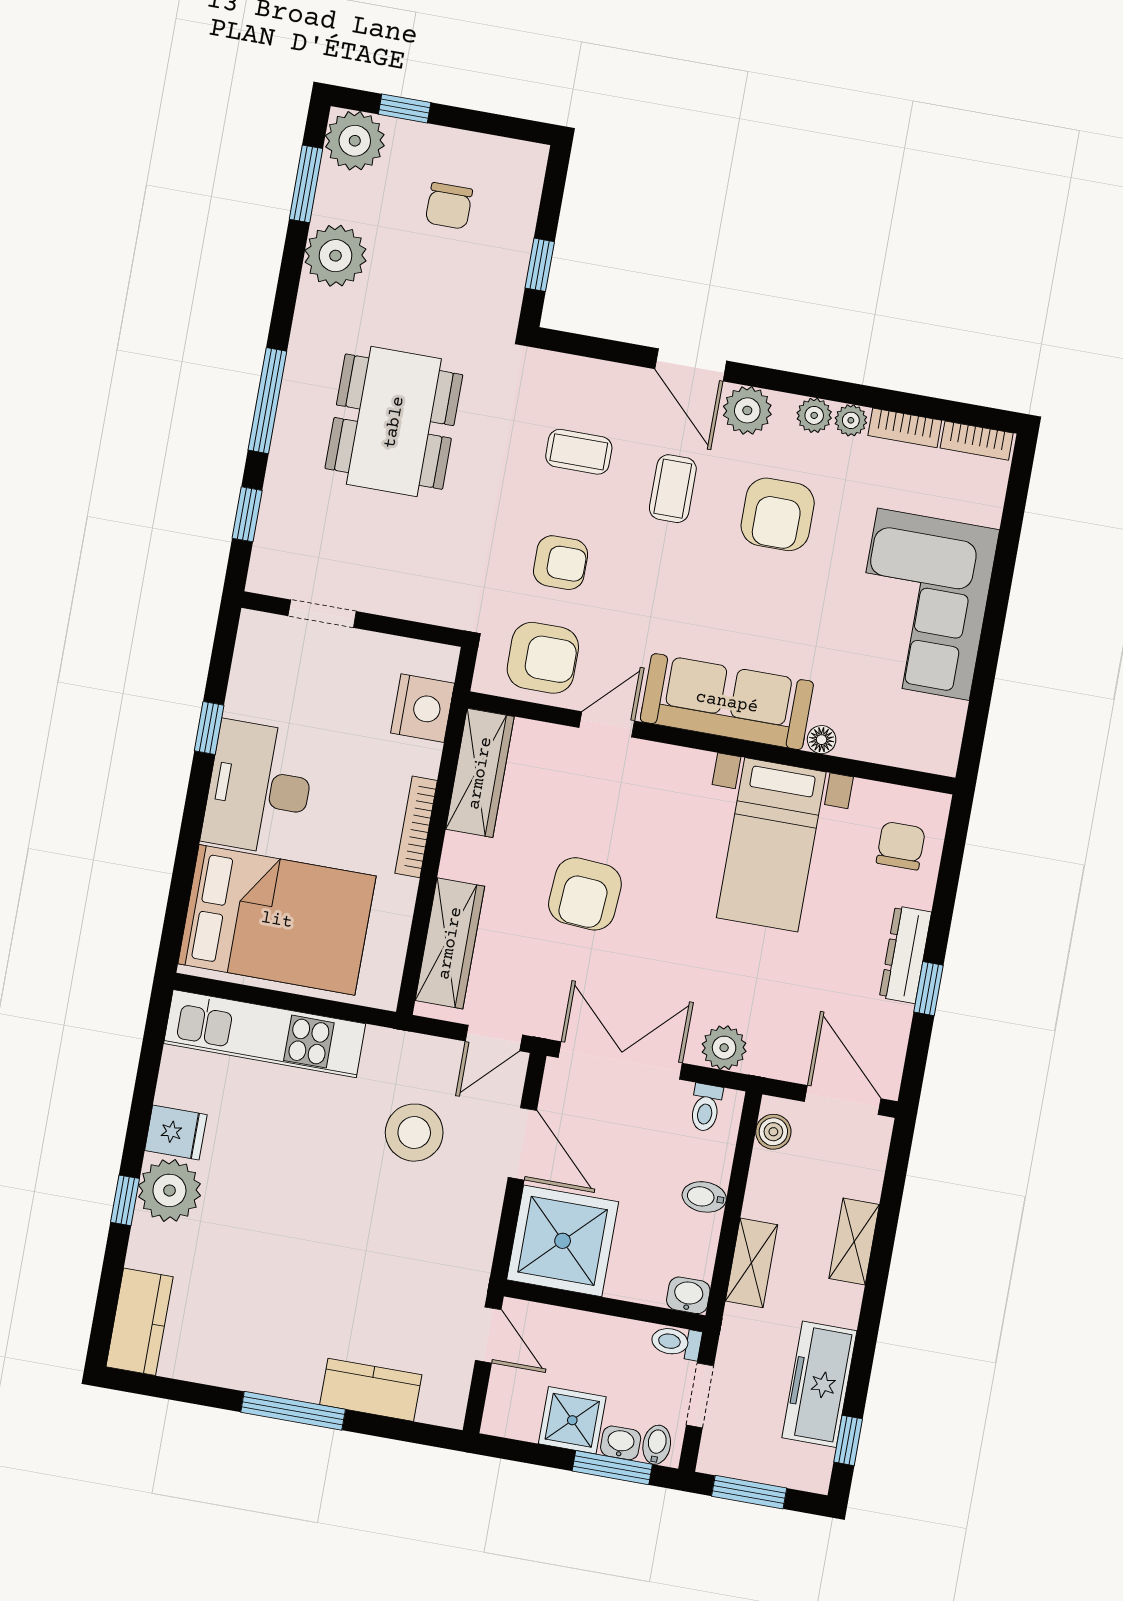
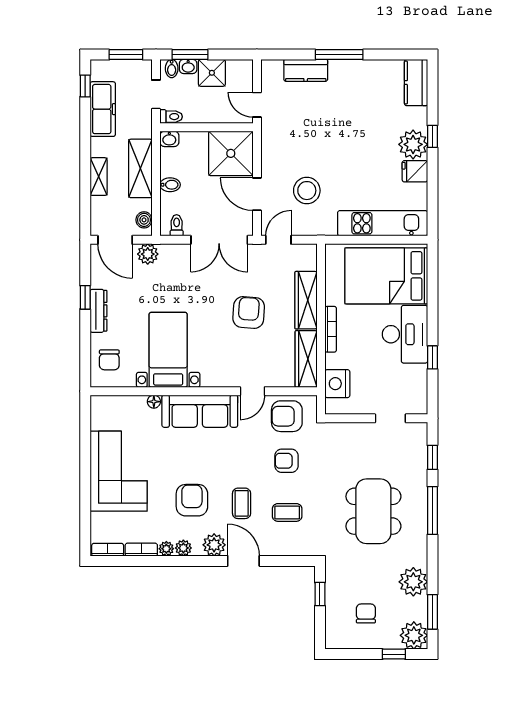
wardrobe: (450, 943) -> (306, 300), moved
plant: (724, 1048) -> (148, 254), moved
shelving: (751, 1263) -> (140, 168), width x1.50, depth x1.33

